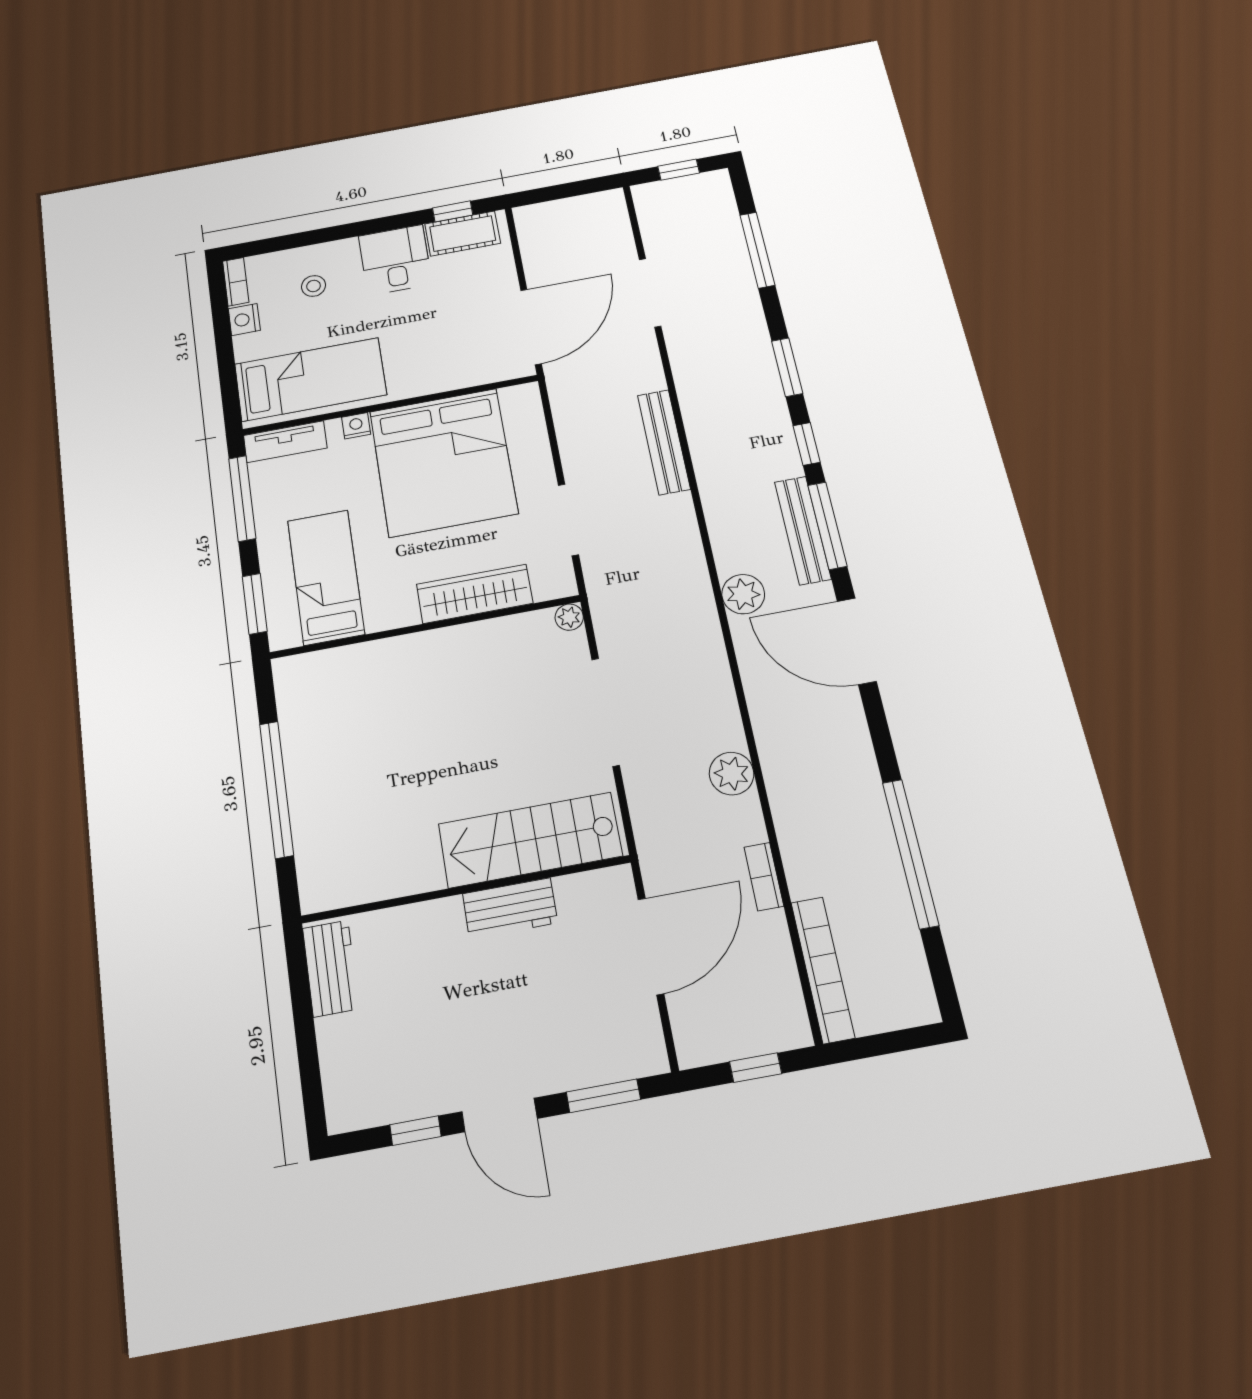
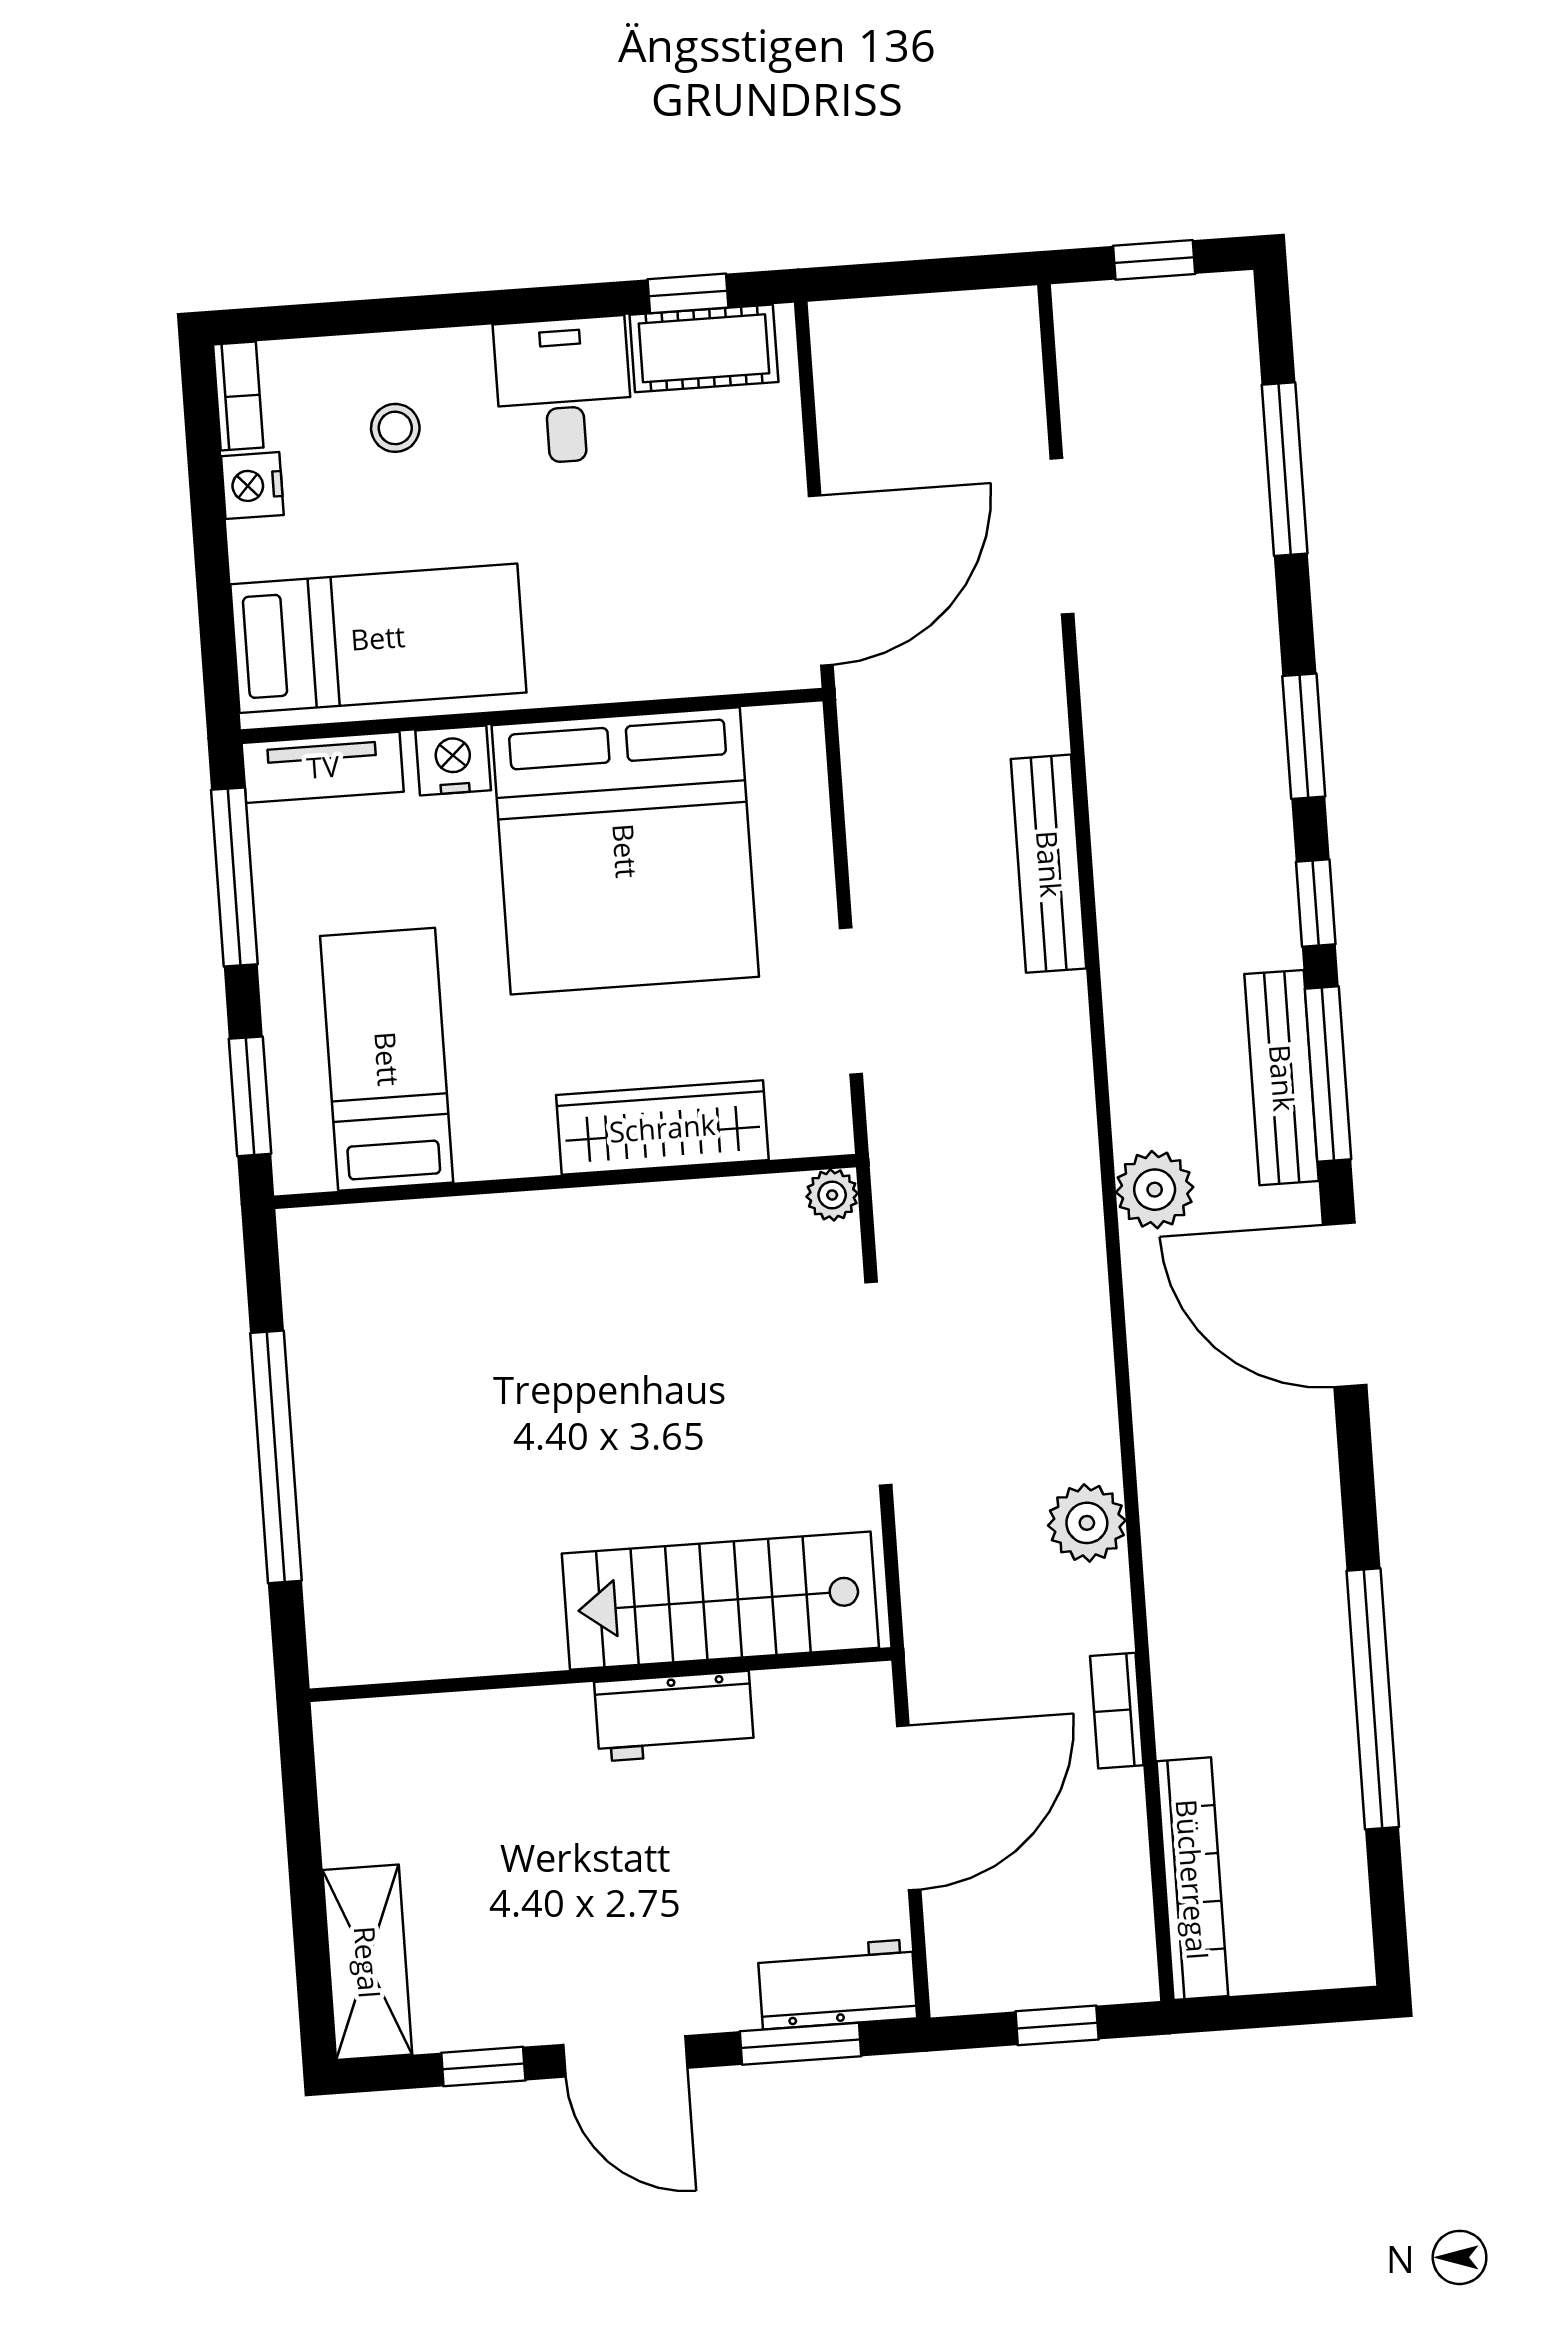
nightstand: (356, 426) -> (453, 760), width x1.39, depth x1.35
workbench: (331, 968) -> (837, 1984), moved, turned -90
shelving: (343, 1074) -> (367, 1962), added

